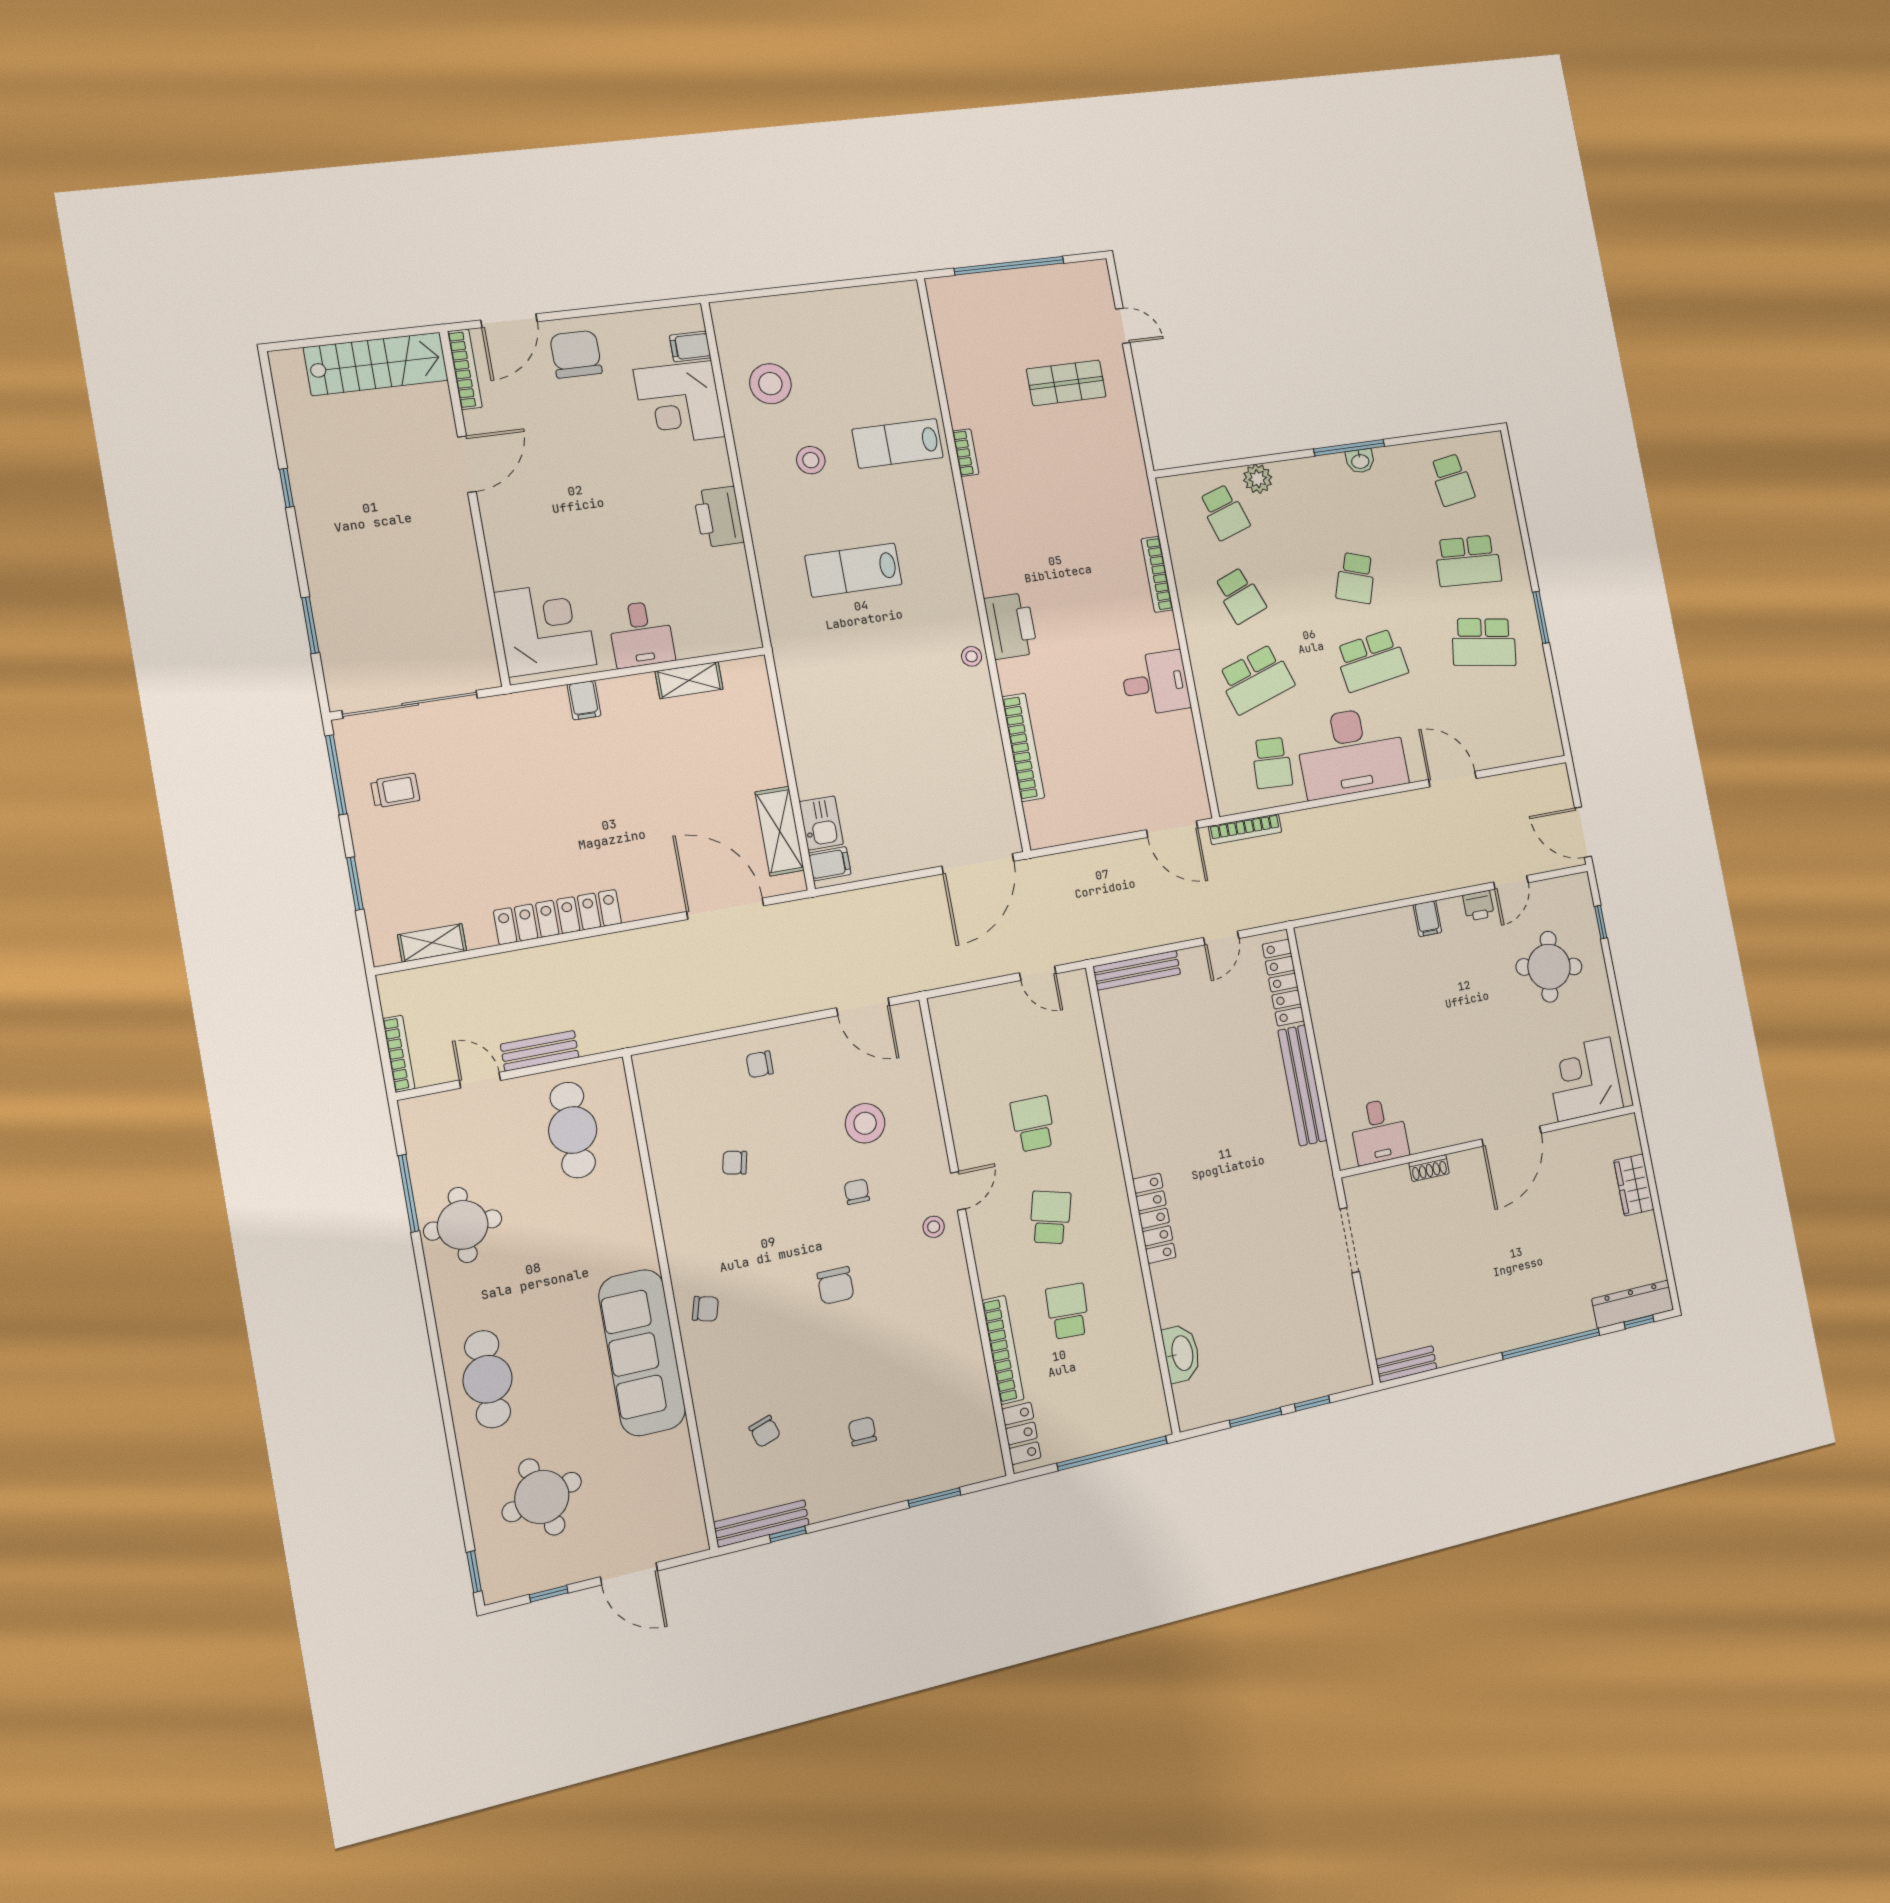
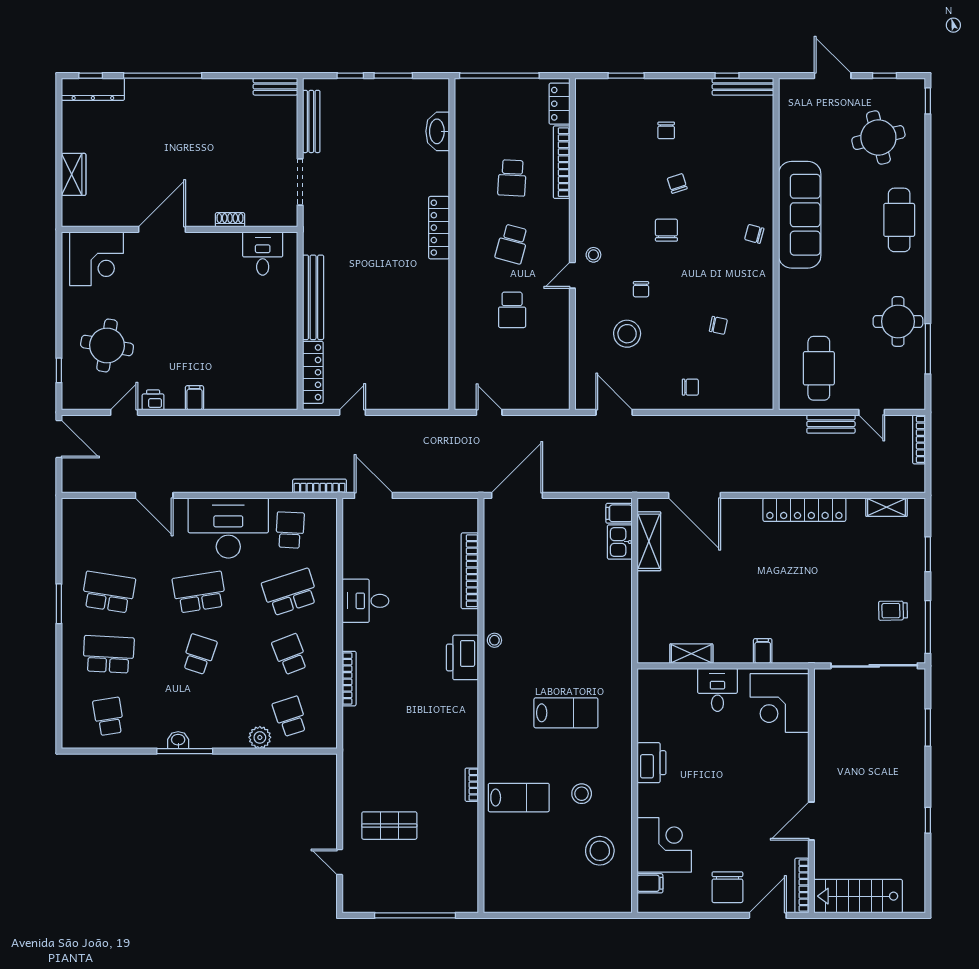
bench: (1137, 970) -> (311, 121), moved, turned 90
chair: (765, 1431) -> (677, 183), moved

